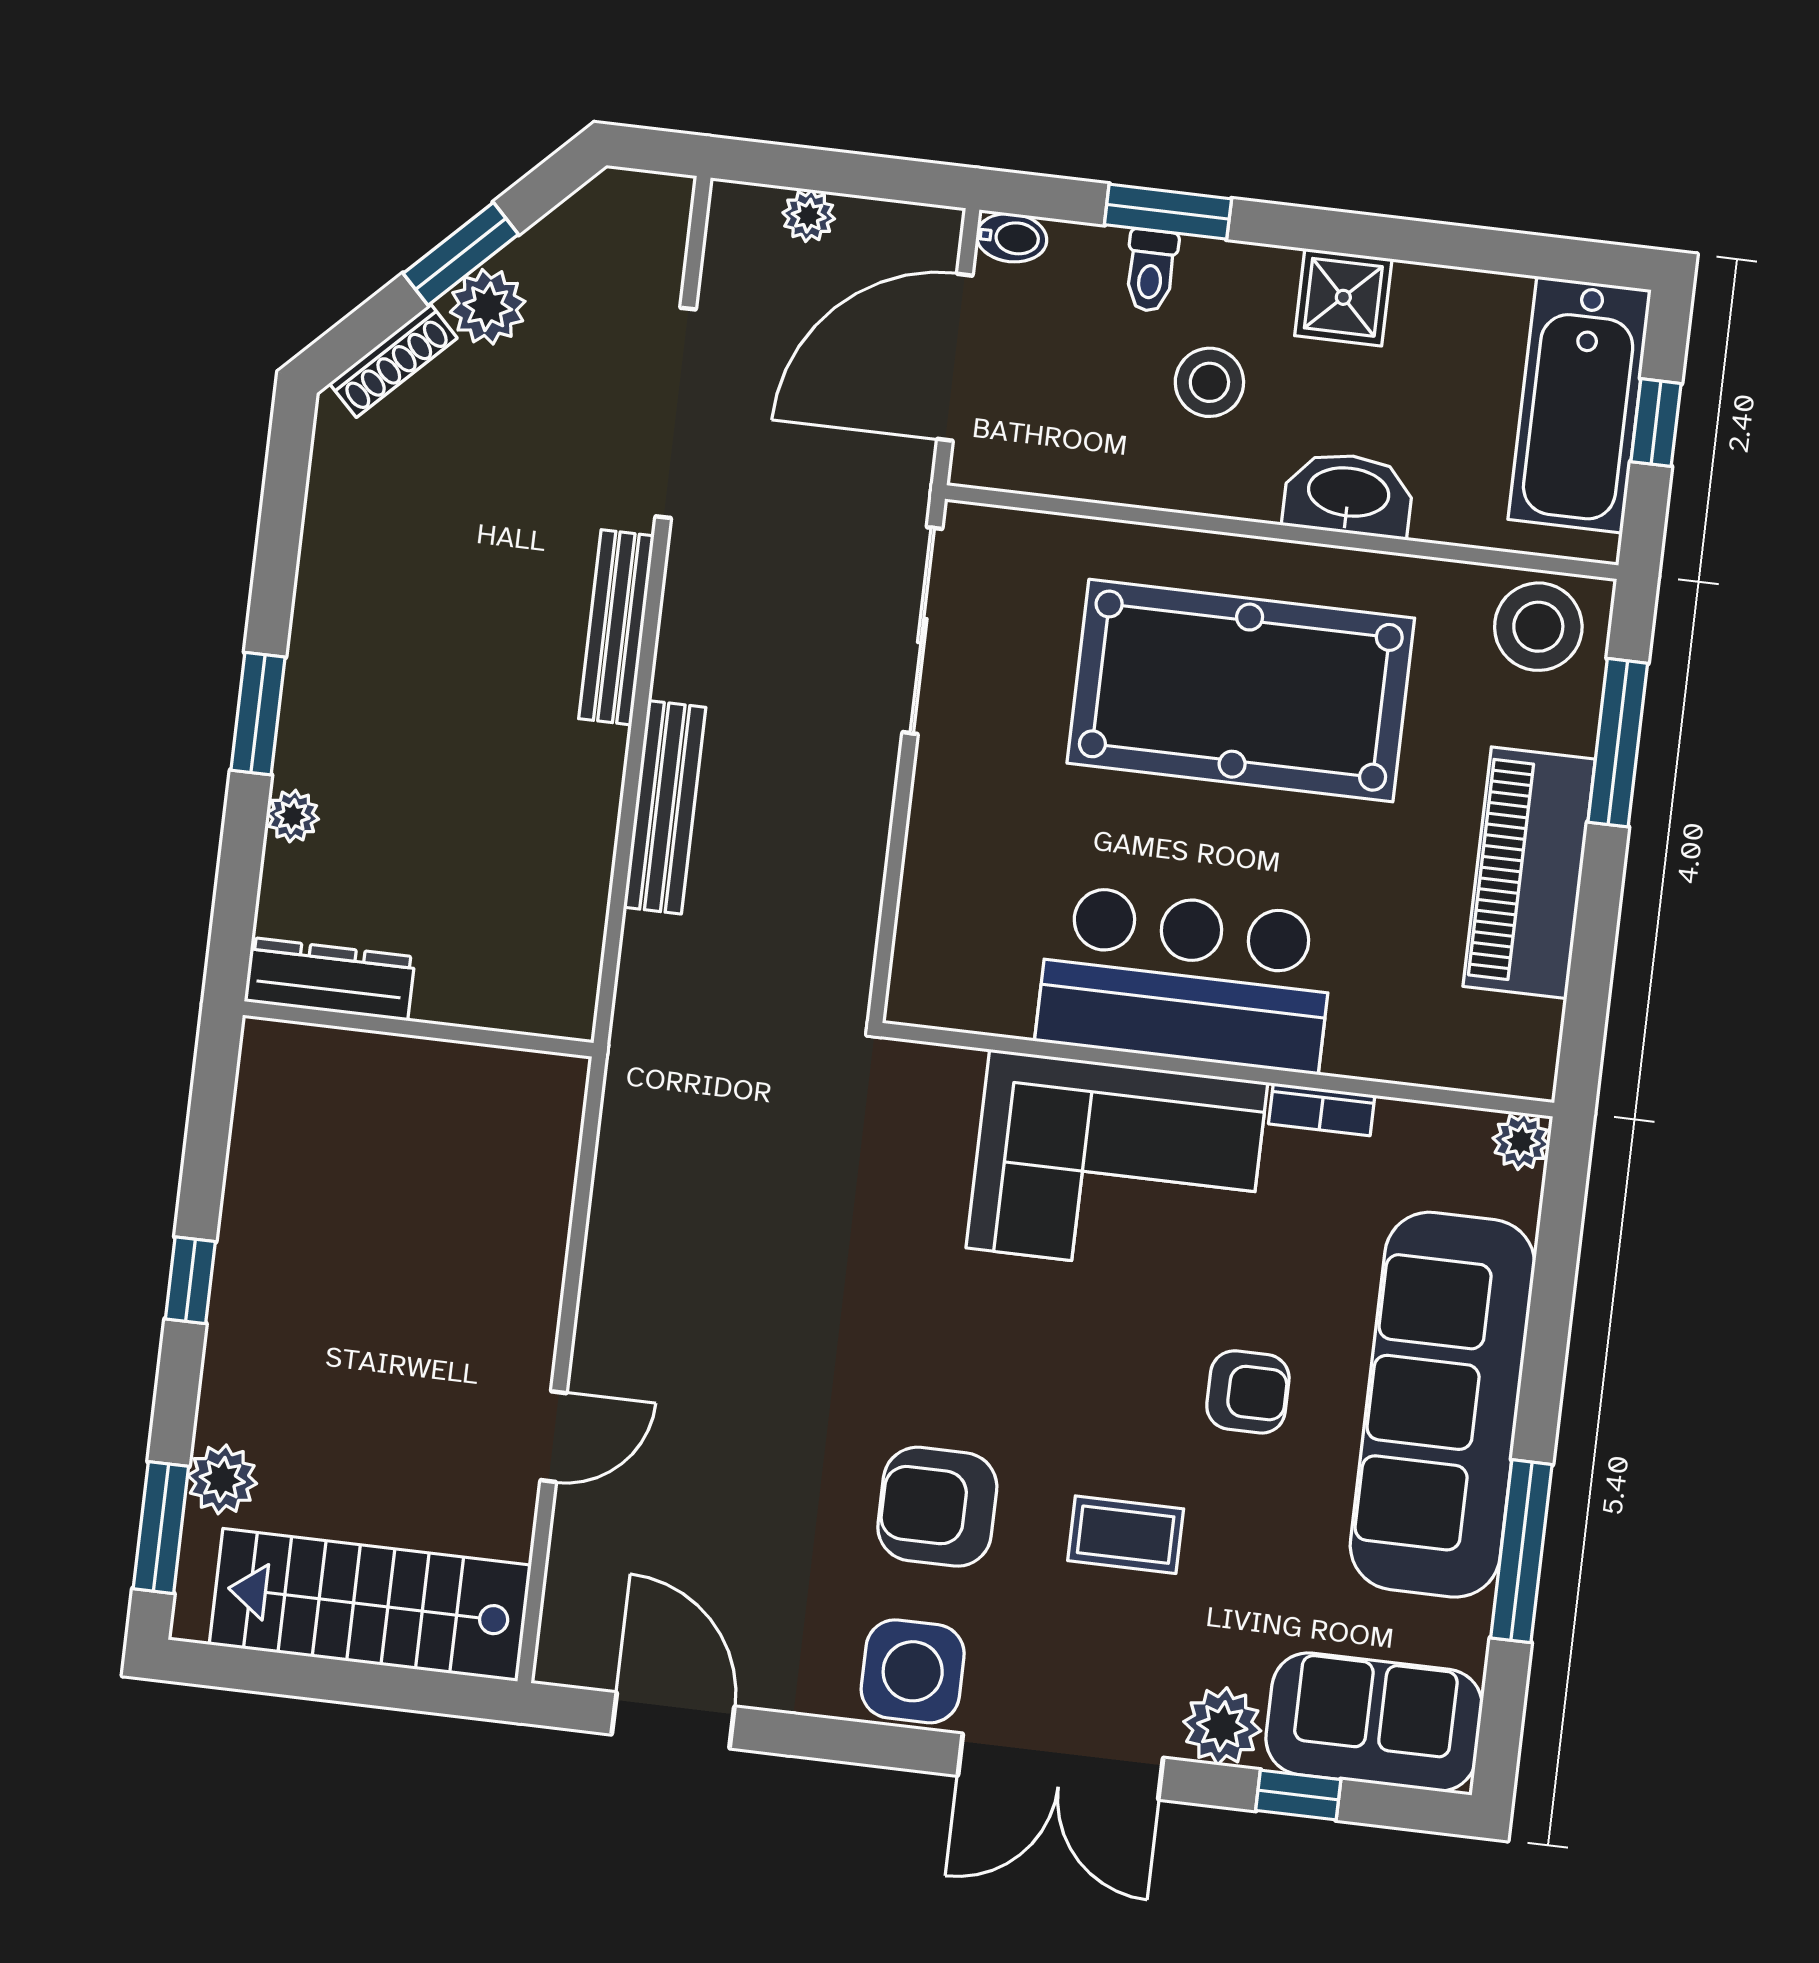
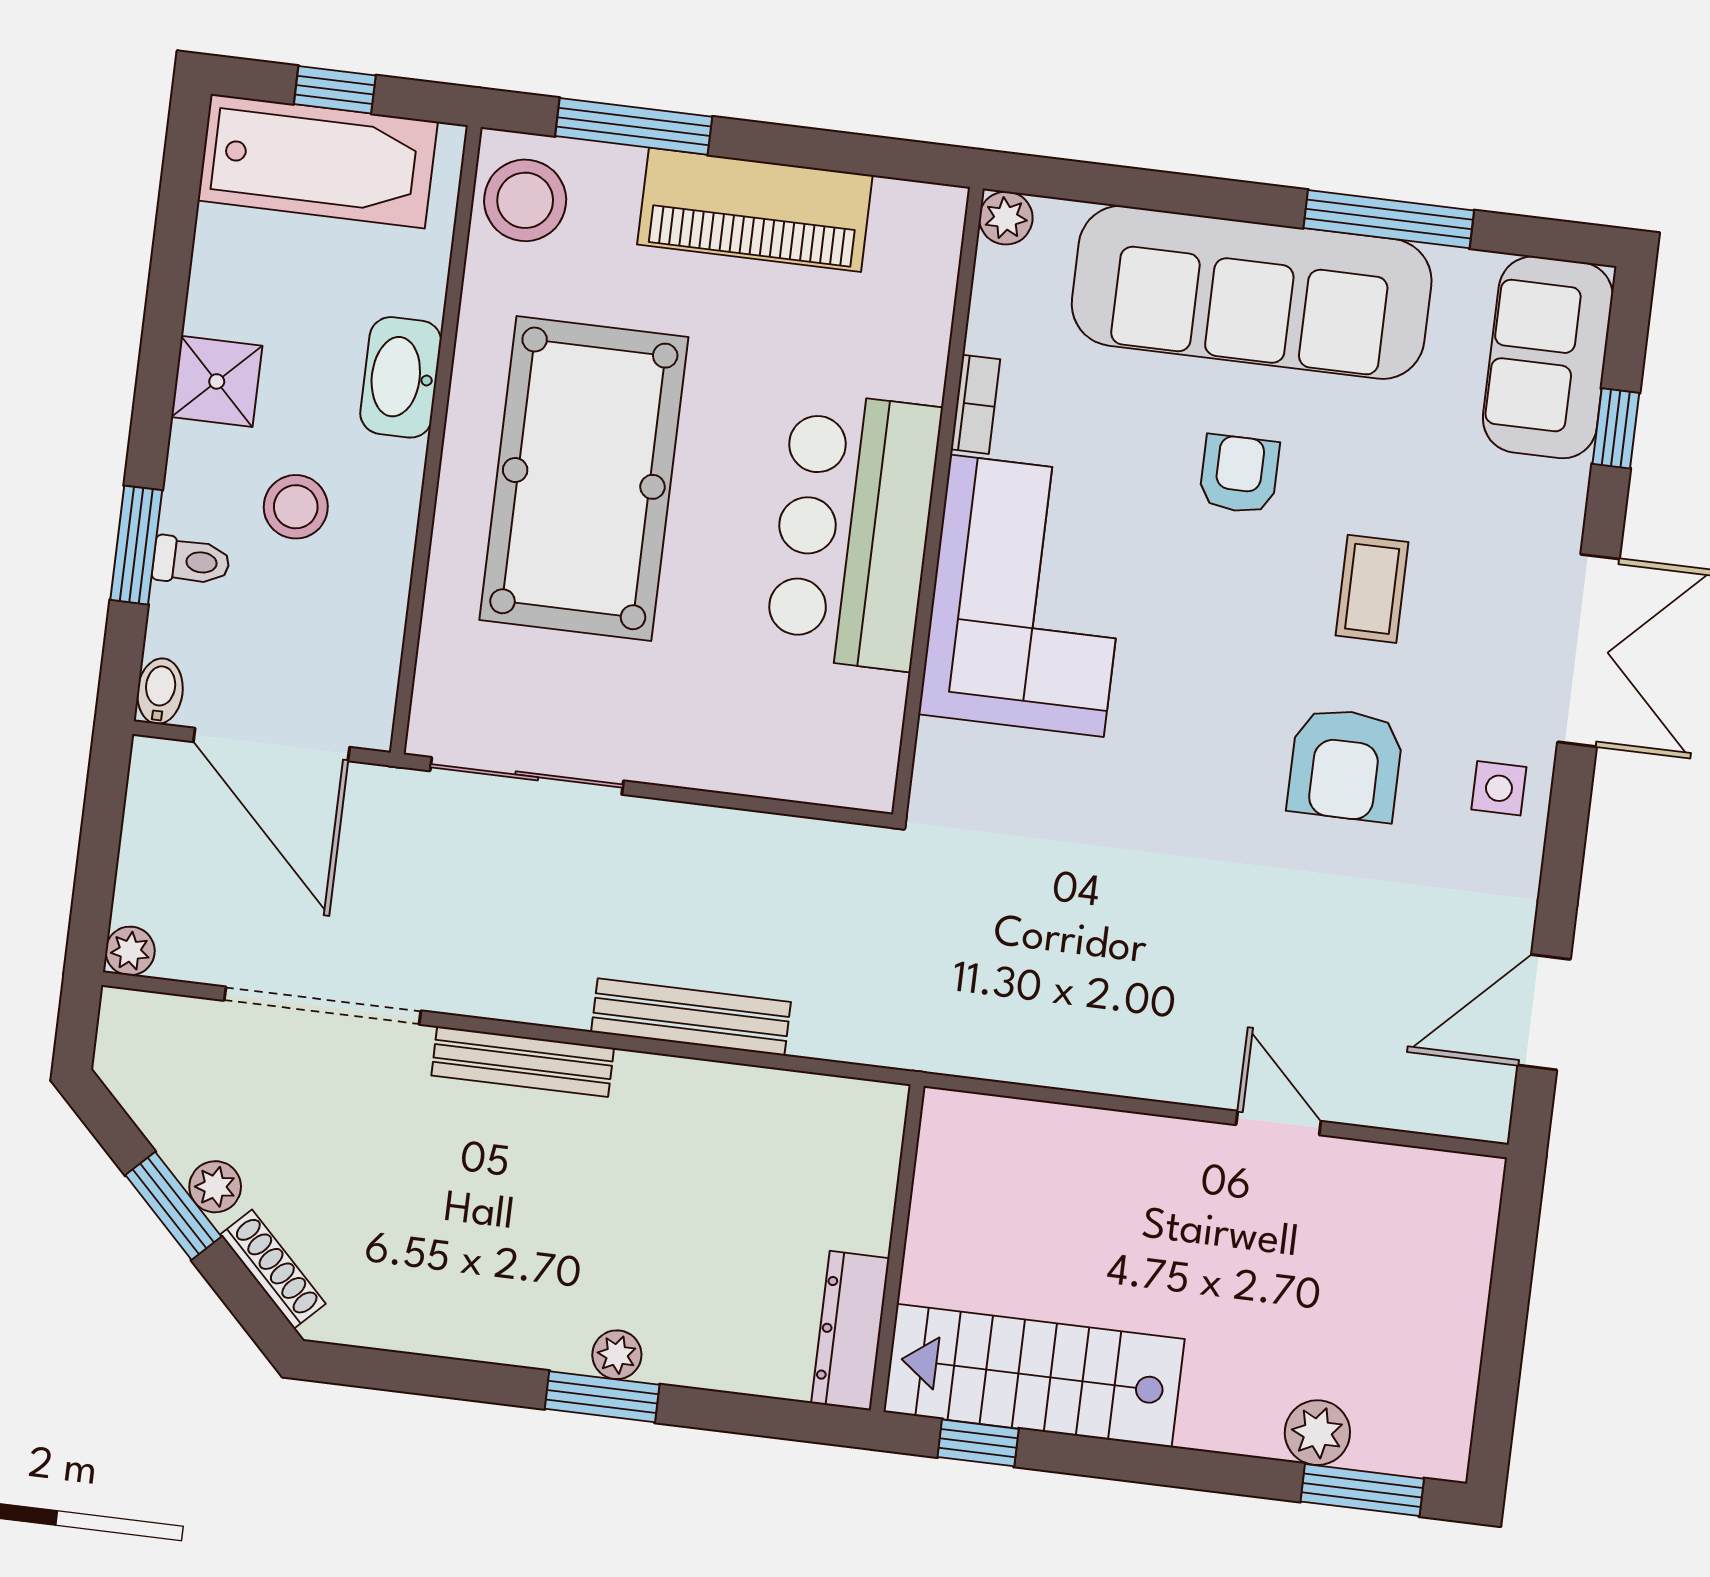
plant: (809, 216) -> (130, 951), moved
plant: (488, 307) -> (215, 1187), width x0.73, depth x0.73
plant: (293, 816) -> (617, 1355), moved
window: (190, 1280) -> (978, 1443), moved
stairs: (370, 1605) -> (1034, 1376), moved, turned 90
side table: (913, 1671) -> (1499, 788), width x0.54, depth x0.54
plant: (1222, 1726) -> (1551, 499), removed

